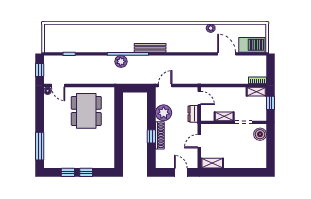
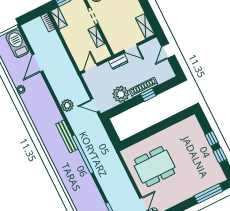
plant: (121, 61) -> (67, 105), moved
dresser: (193, 114) -> (118, 62), moved

